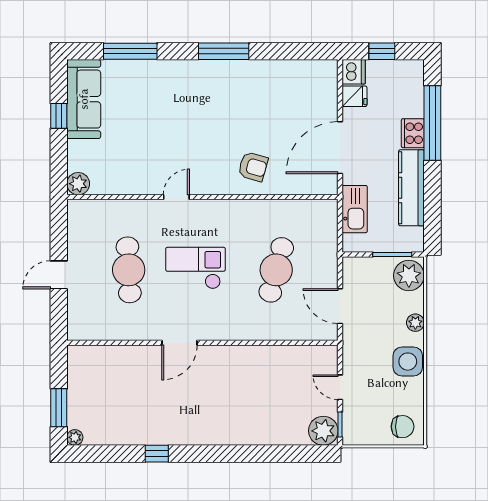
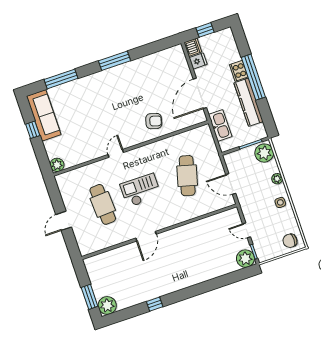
window: (432, 123) -> (253, 77), moved
side table: (408, 362) -> (280, 202), width x0.54, depth x0.54
chair: (403, 427) -> (290, 241), turned 180
plant: (75, 437) -> (107, 305), width x1.87, depth x1.87

